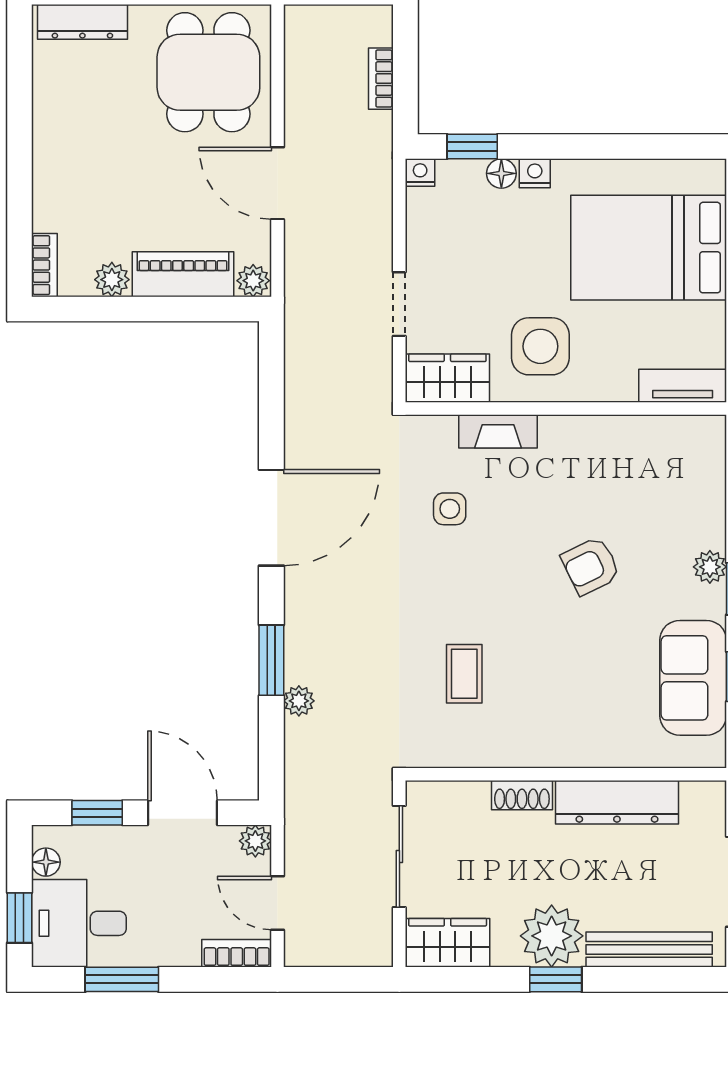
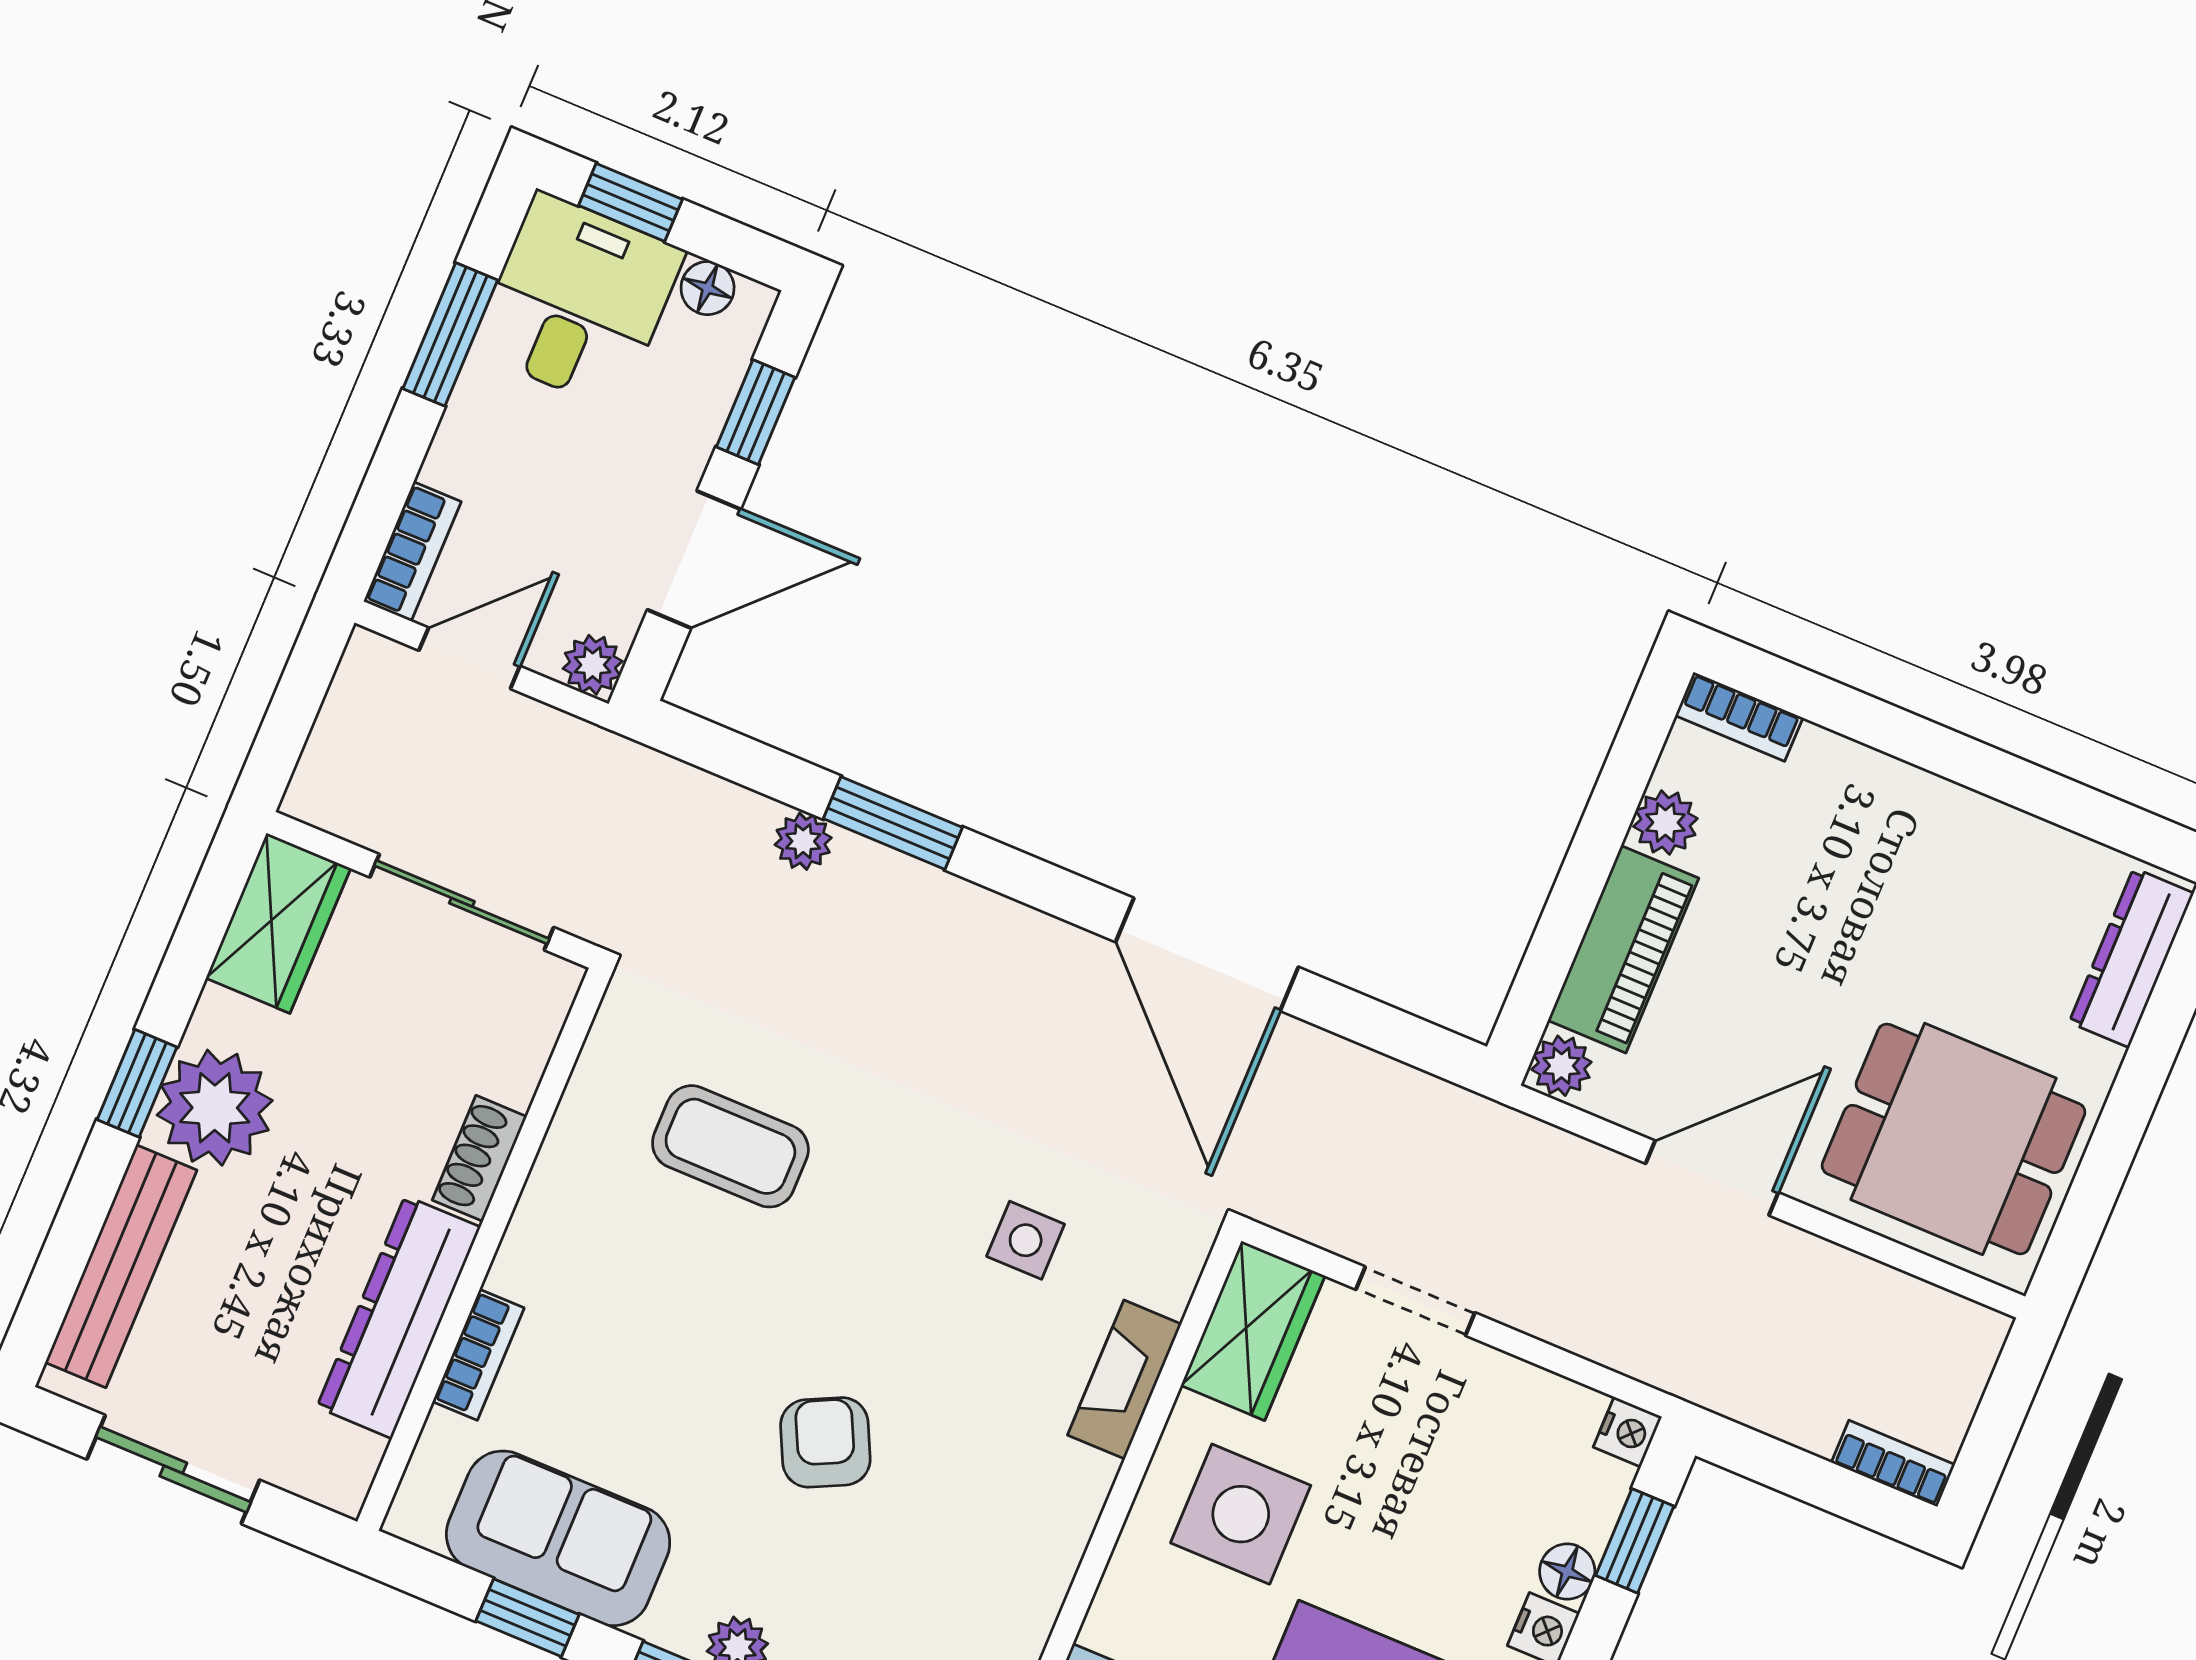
bookcase: (381, 79) -> (1893, 1464), moved
door: (271, 518) -> (1207, 954), moved
coffee table: (464, 674) -> (730, 1146), width x1.36, depth x1.30
bookcase: (619, 755) -> (478, 1355), added

